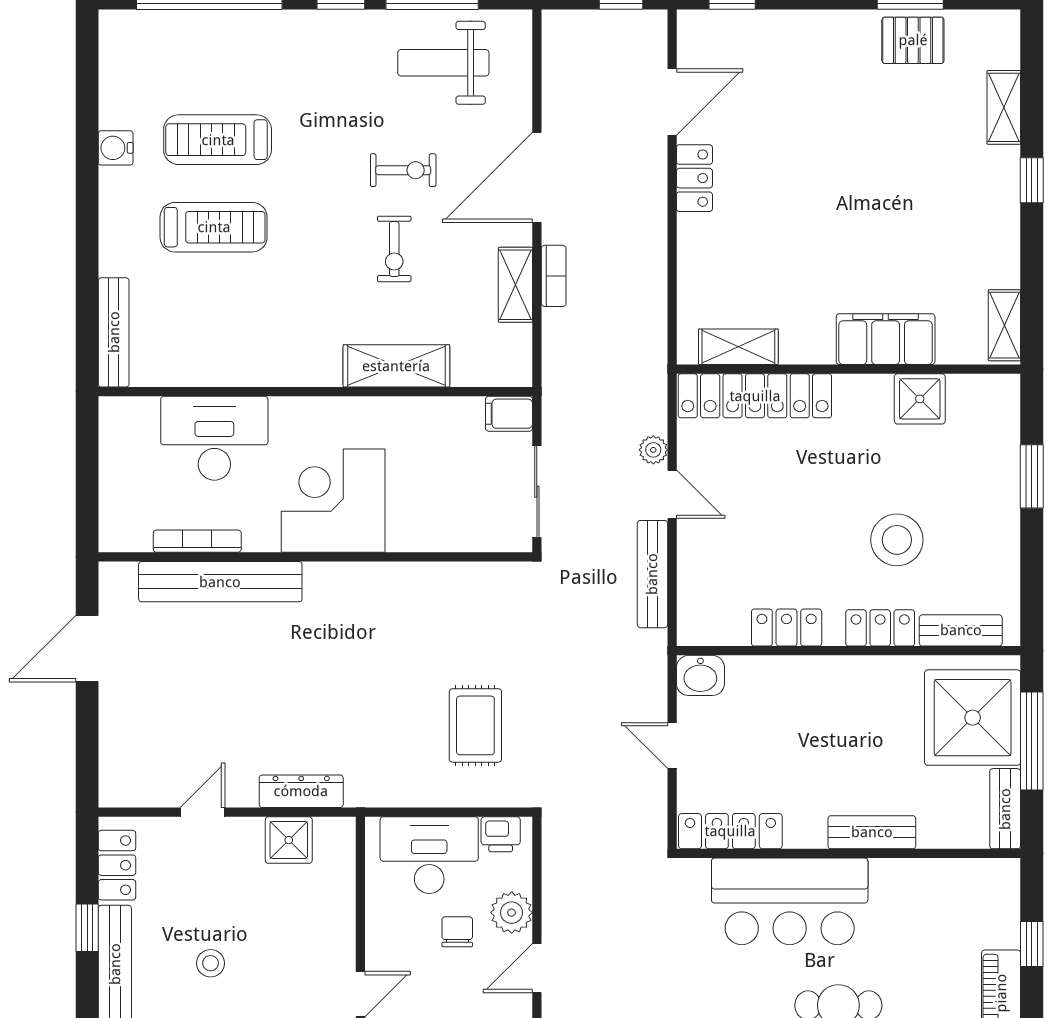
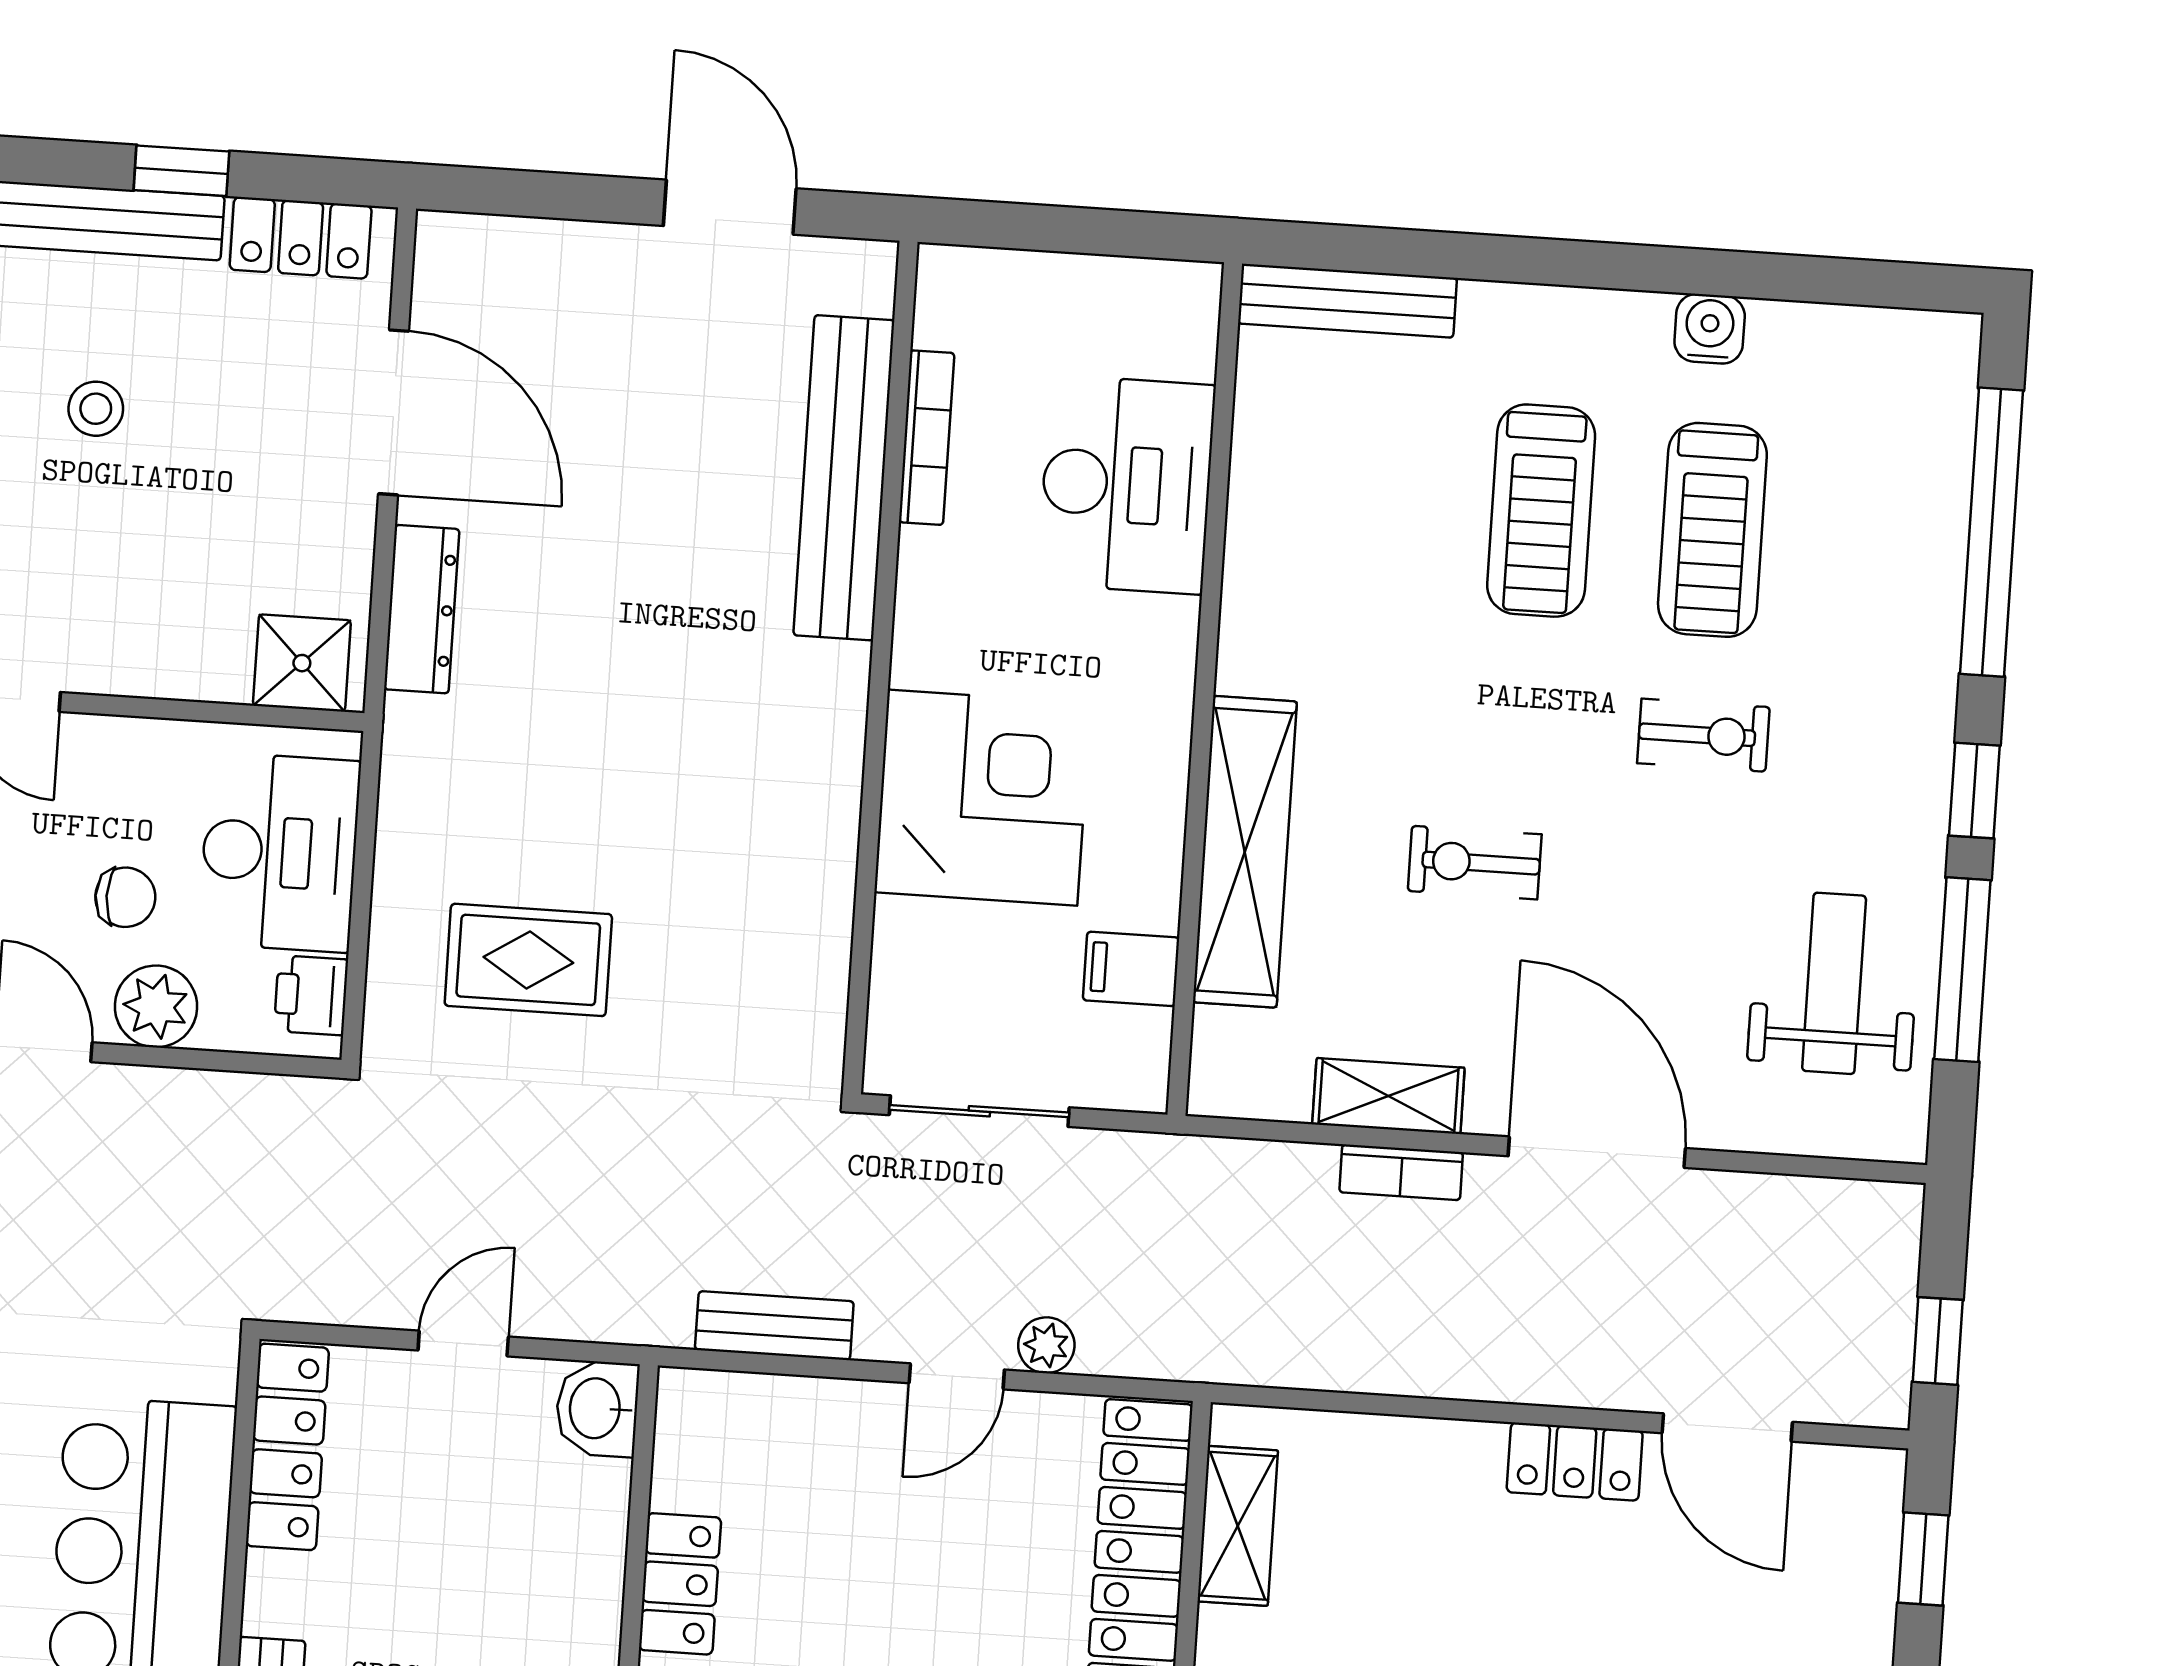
treadmill: (218, 140) -> (1712, 530), turned 180
exercise bike: (403, 170) -> (1703, 735), moved, turned -90
shelving: (396, 366) -> (1245, 852), width x1.47
filing cabinet: (509, 414) -> (1131, 969), moved, turned -90
corner desk: (333, 501) -> (982, 798), moved
bench: (652, 574) -> (774, 1326), width x0.73
door: (202, 812) -> (394, 412), width x1.87
shower: (289, 840) -> (302, 663), moved

